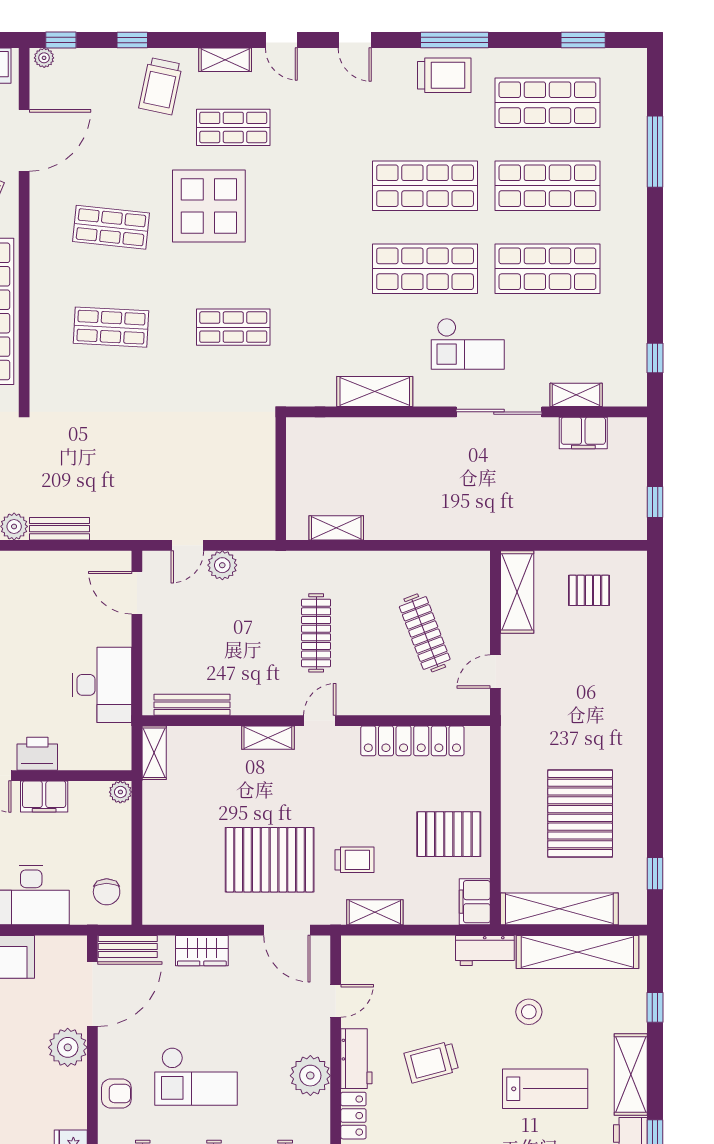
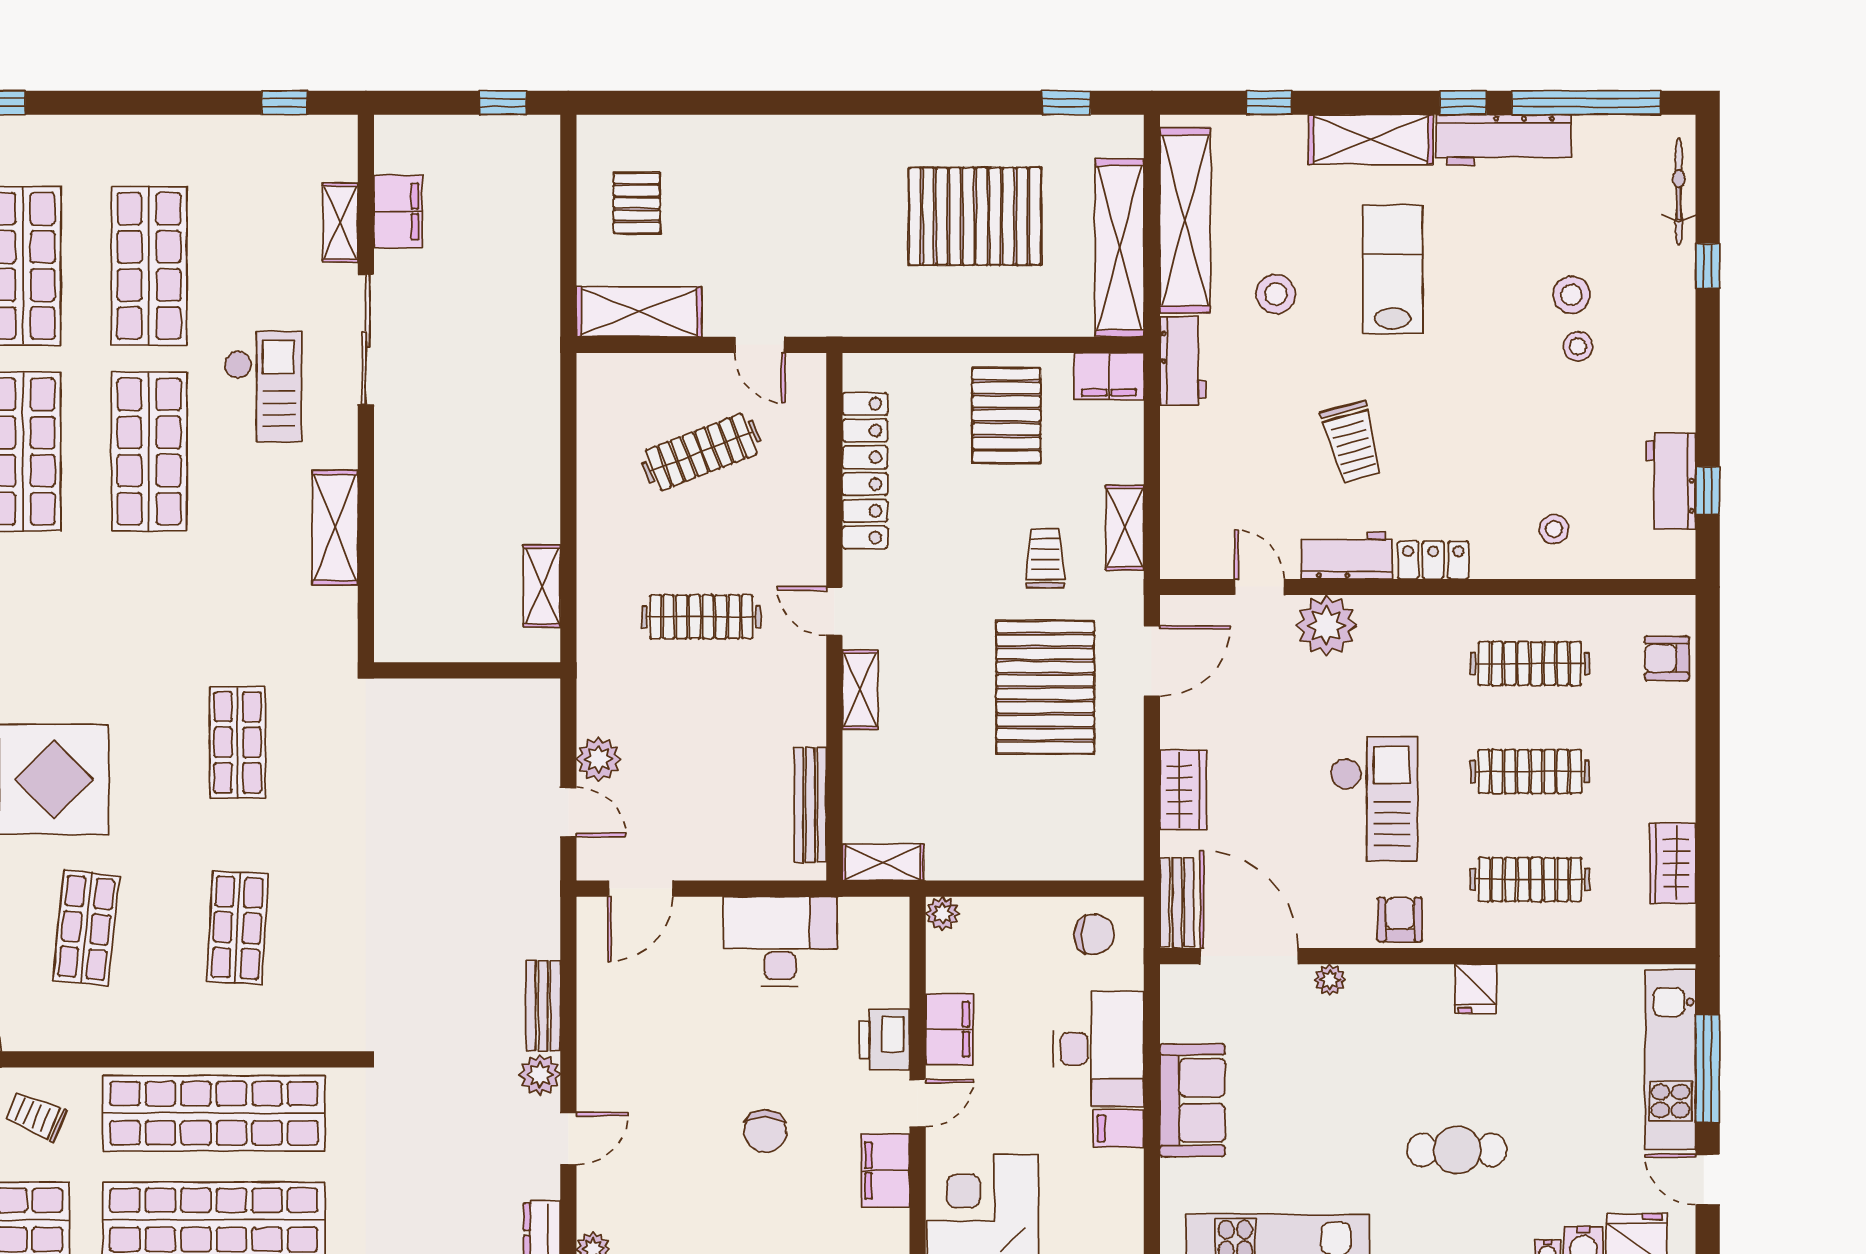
plant: (68, 1047) -> (1330, 980), width x0.53, depth x0.53
plant: (310, 1076) -> (1326, 626), moved

